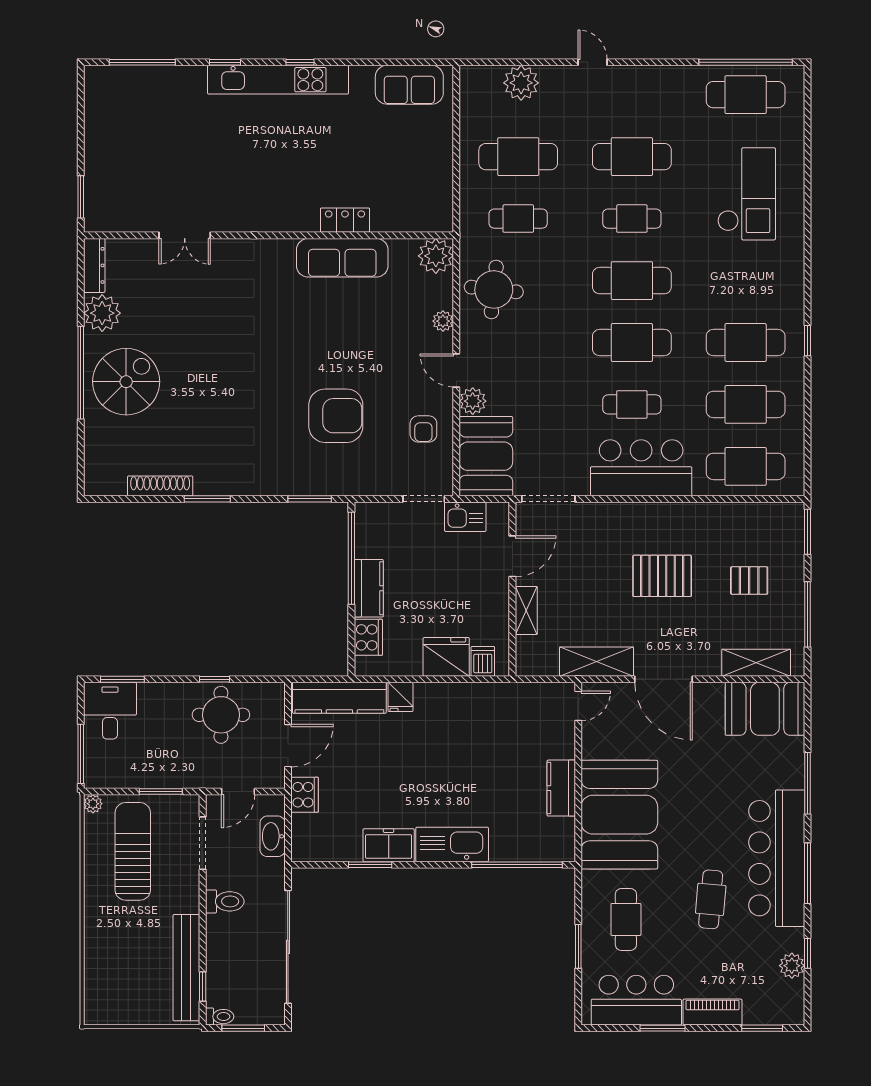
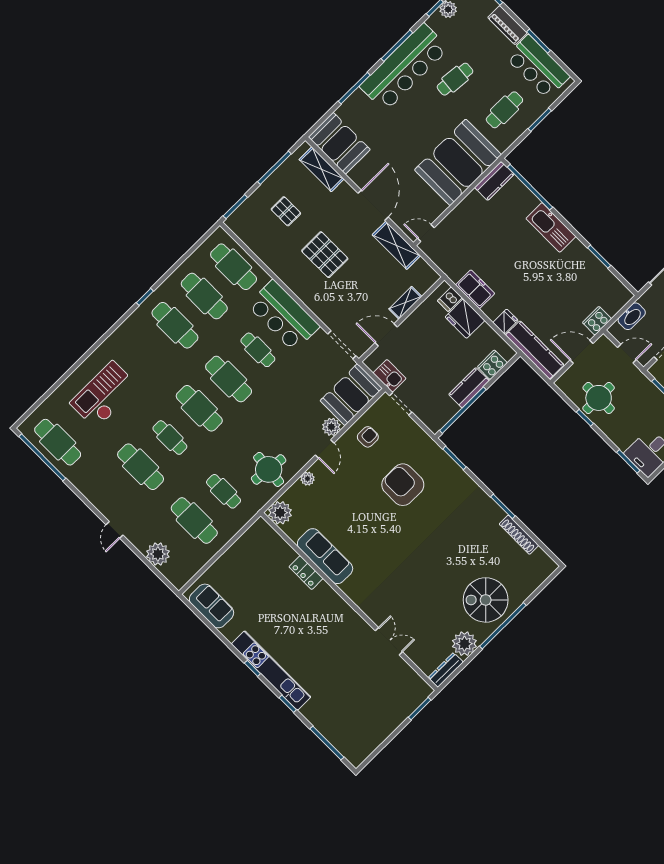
kitchen counter: (561, 788) -> (494, 181), moved
freezer: (389, 845) -> (475, 289), moved, turned 180

